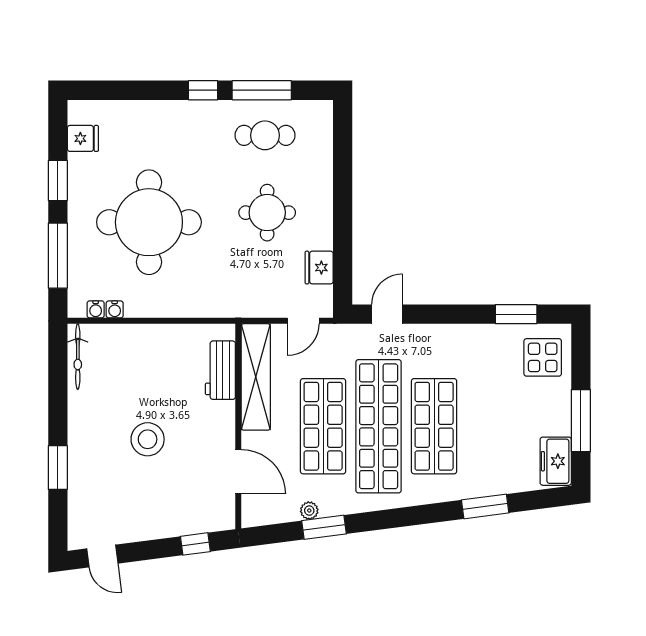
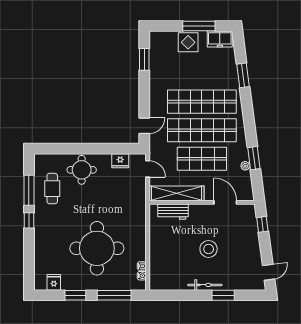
round table: (267, 213) -> (82, 170), moved
door: (387, 314) -> (144, 126), swing flipped
bicycle: (78, 357) -> (205, 285), moved
display table: (543, 357) -> (188, 42), moved
shop shelf: (434, 426) -> (202, 102), width x1.40
door: (238, 472) -> (225, 202), hinge flipped

